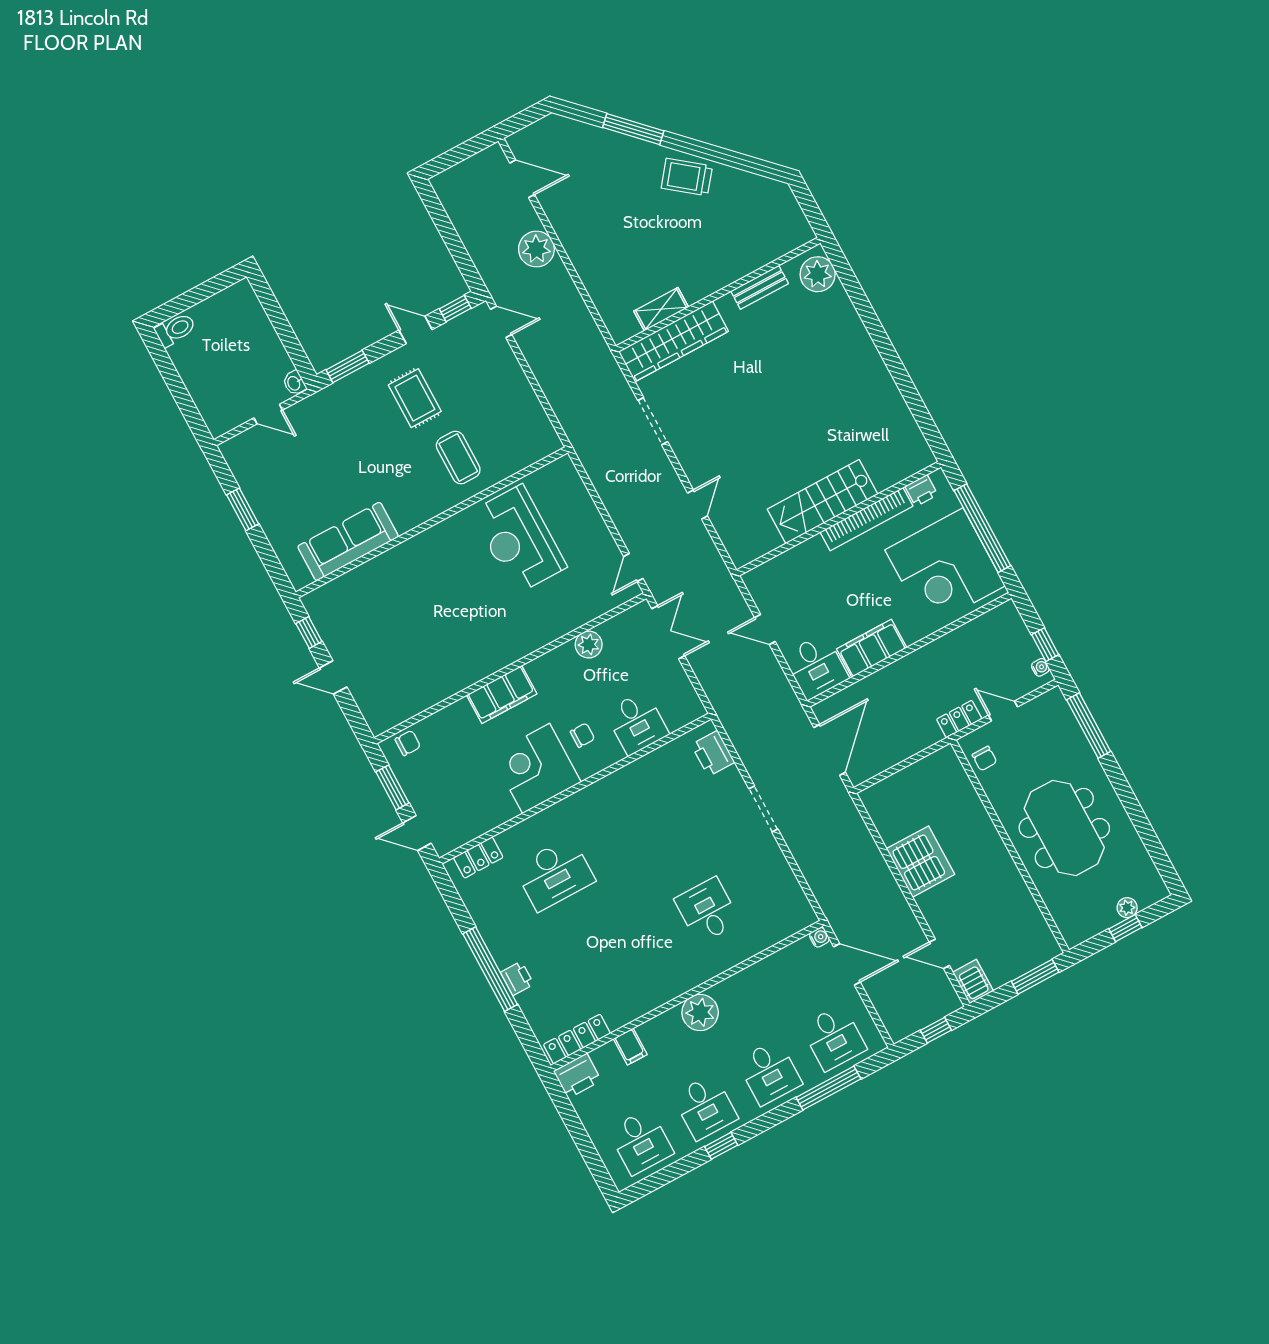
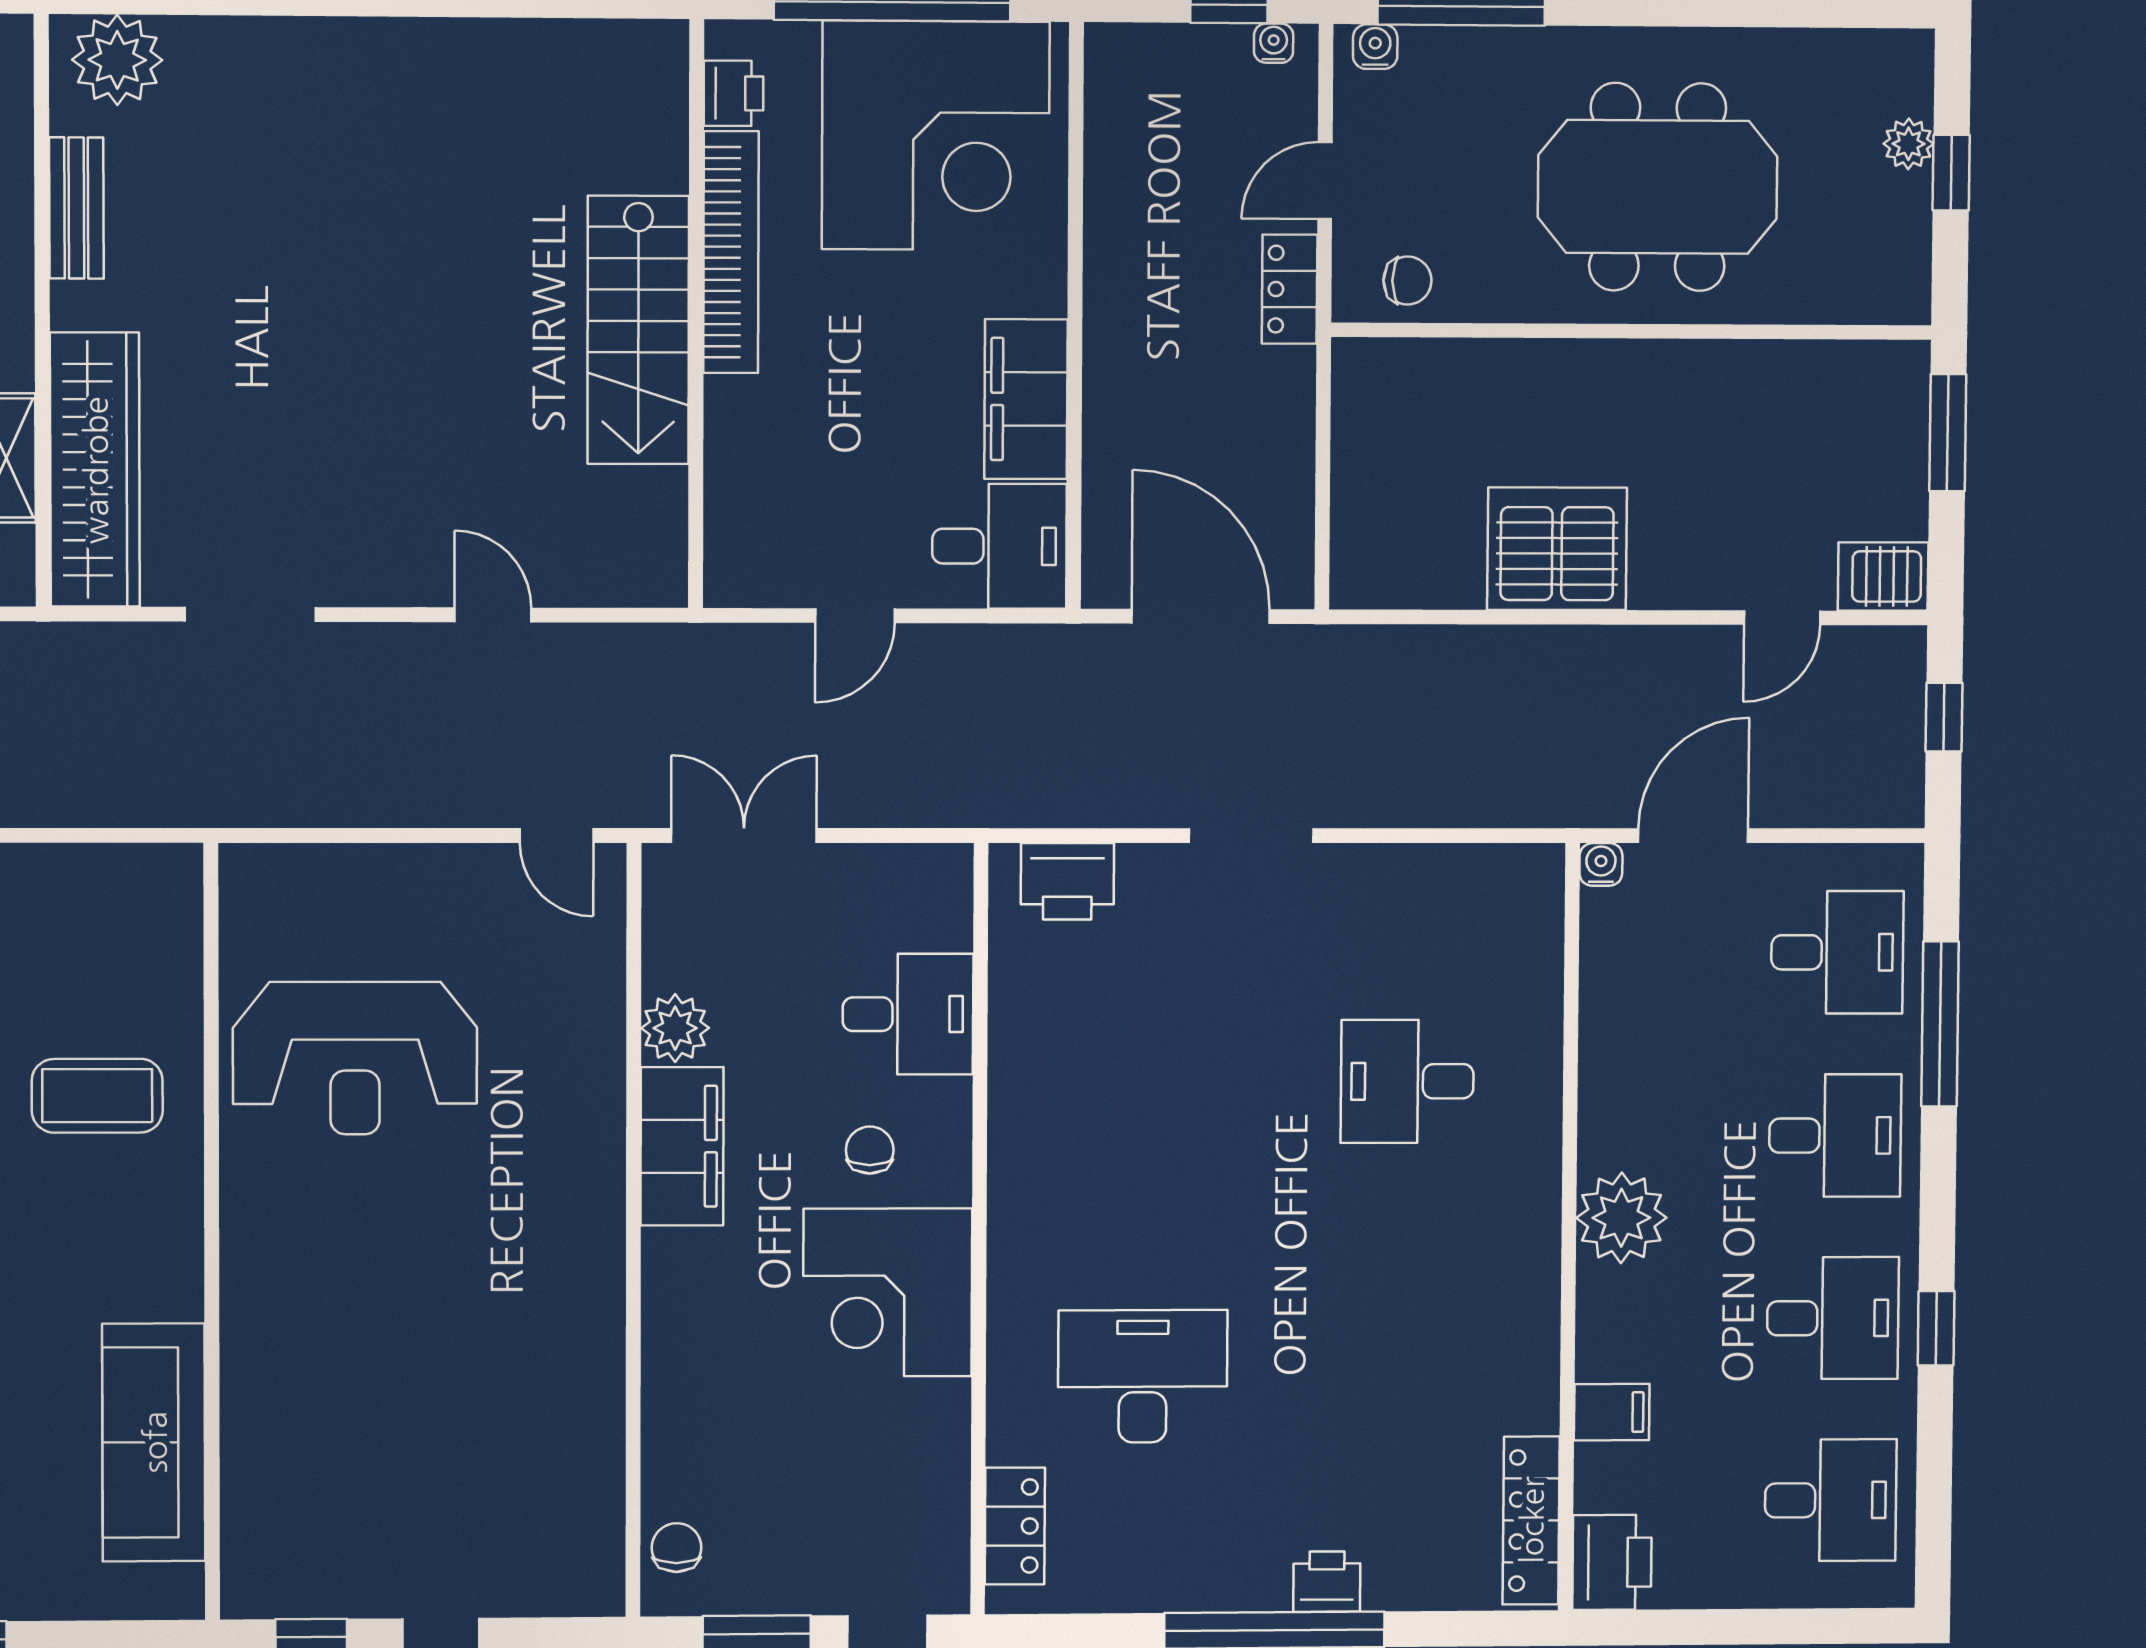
filing cabinet: (502, 695) -> (682, 1146), moved
water cooler: (1059, 703) -> (1375, 47), added
desk: (555, 874) -> (1143, 1376), turned -90

